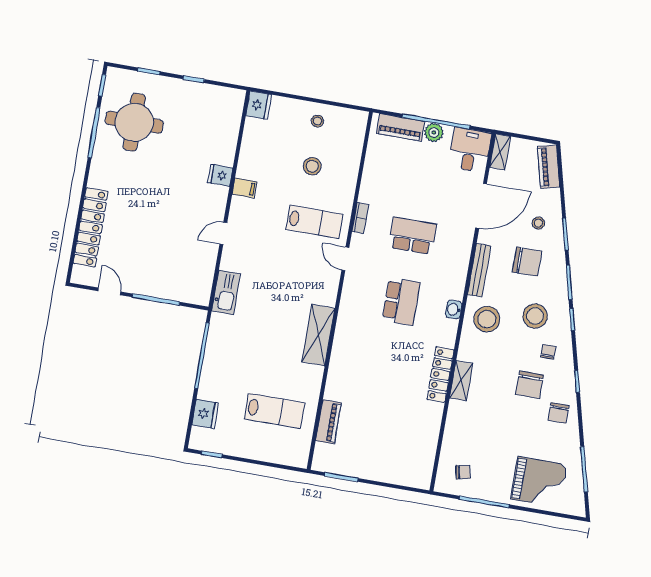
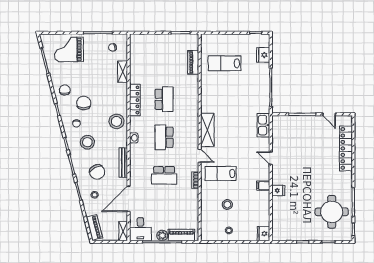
door: (223, 233) -> (271, 158), swing flipped
chair: (527, 262) -> (97, 172), turned -116
stool: (487, 319) -> (117, 121), moved
shelving: (318, 335) -> (207, 130), moved
school desk: (390, 367) -> (164, 99), added
shelving: (461, 381) -> (123, 72), moved

